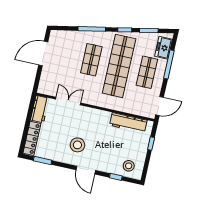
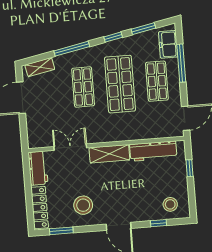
shelving: (64, 35) -> (40, 67), added
shop shelf: (119, 66) -> (120, 84), width x0.71
shelving: (95, 115) -> (109, 154), added
stool: (77, 145) -> (83, 205), moved

